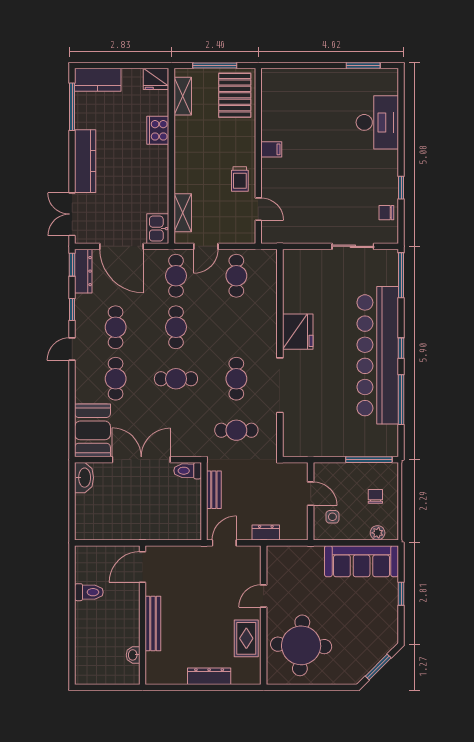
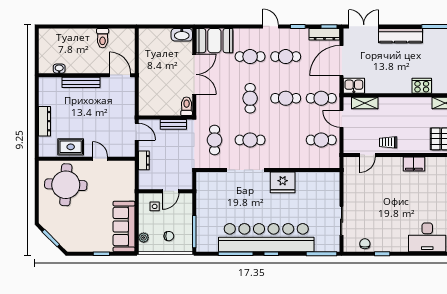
filing cabinet: (271, 149) -> (414, 164), width x2.00

